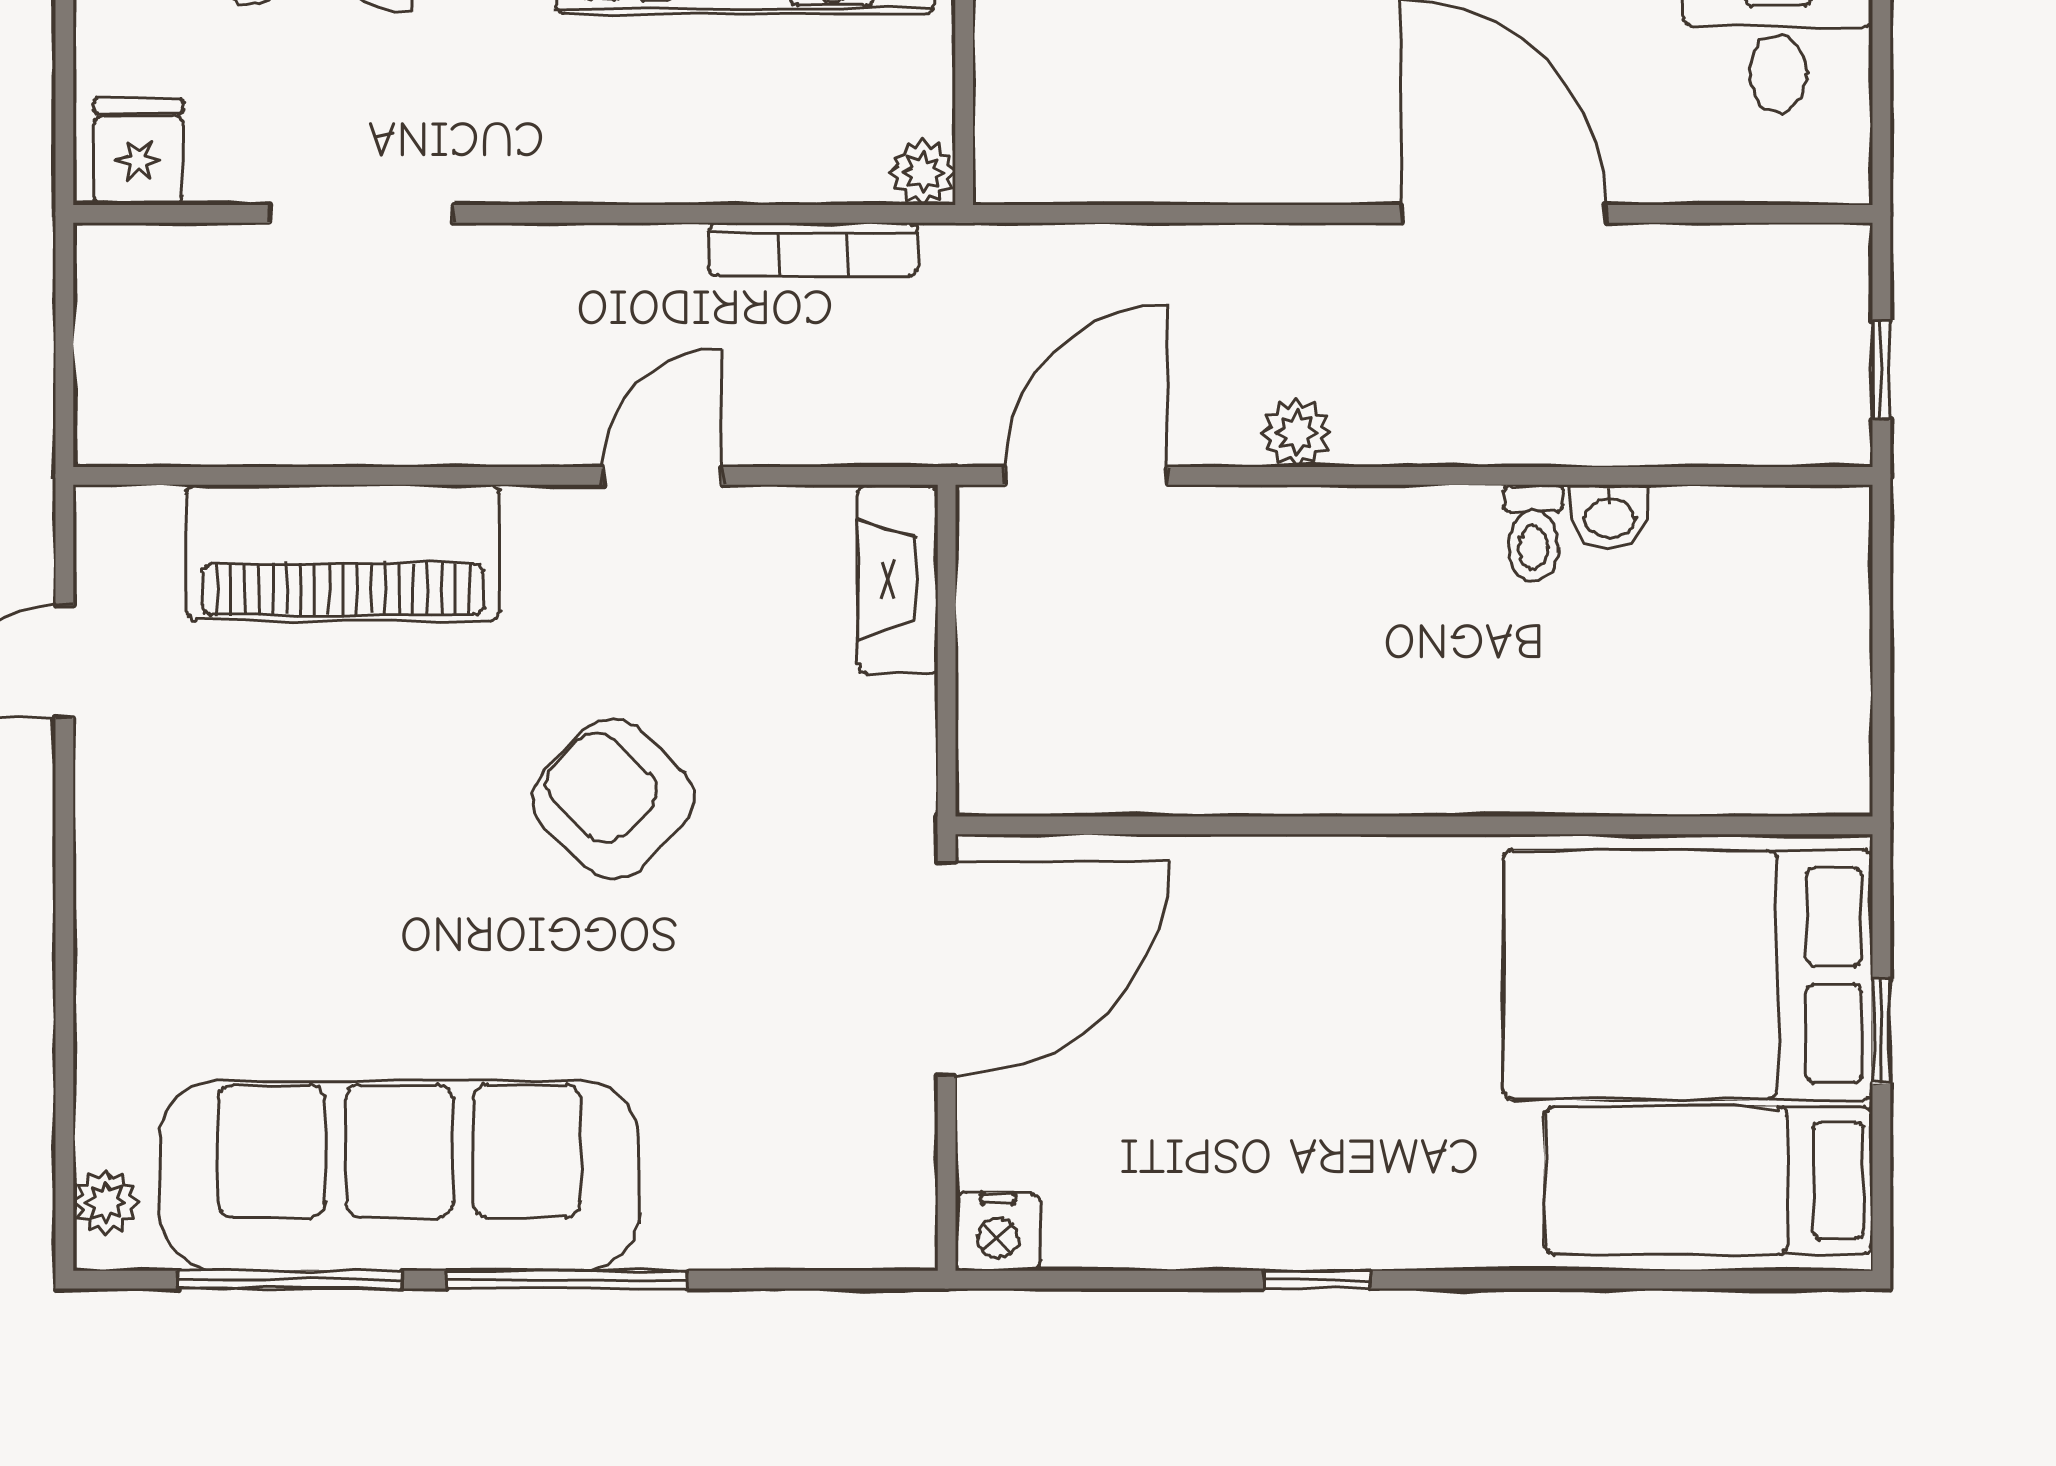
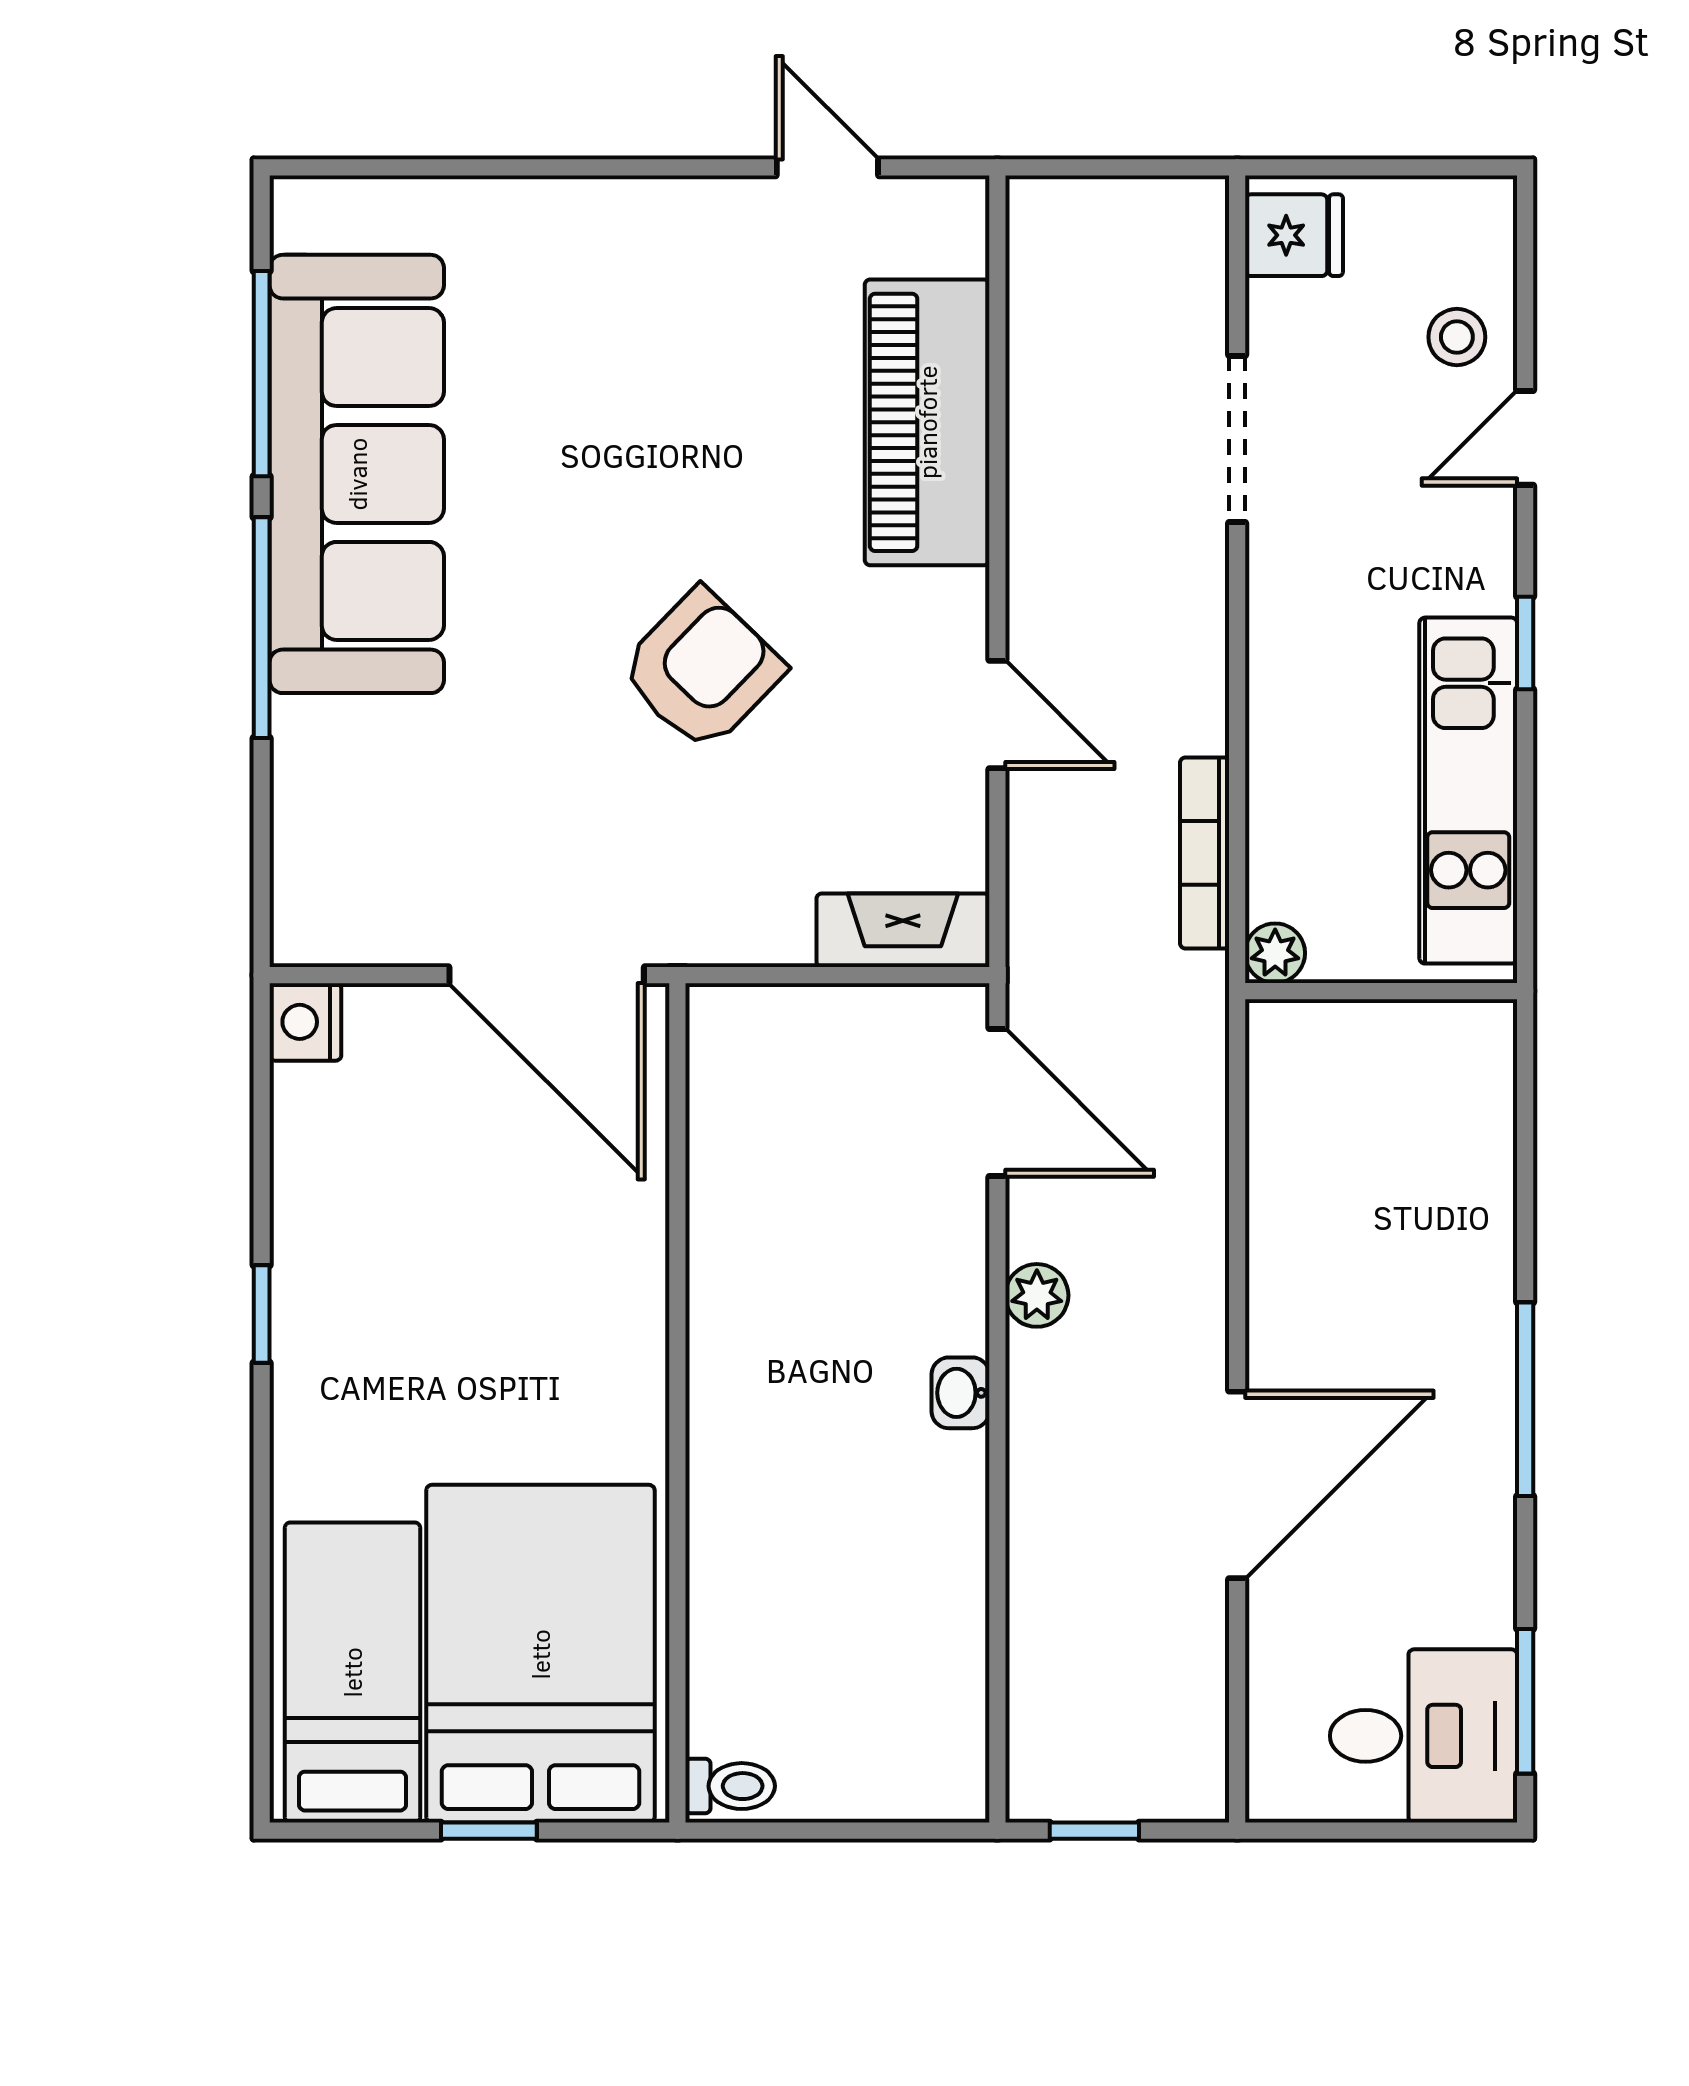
washbasin: (1609, 516) -> (961, 1393), moved
toilet: (1533, 533) -> (730, 1786), moved, turned 180
plant: (106, 1202) -> (332, 205), removed

